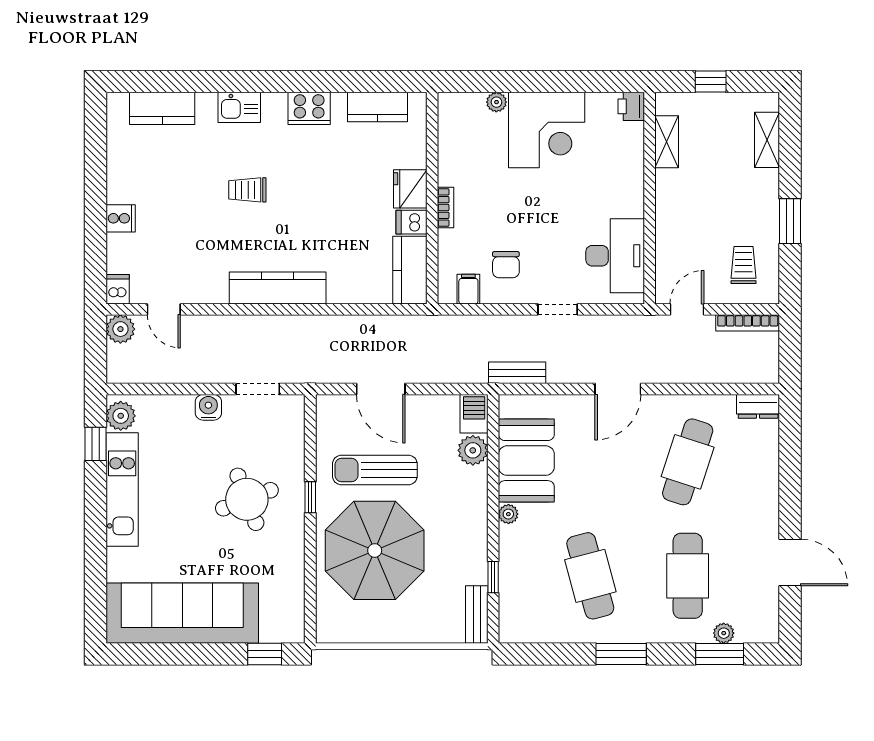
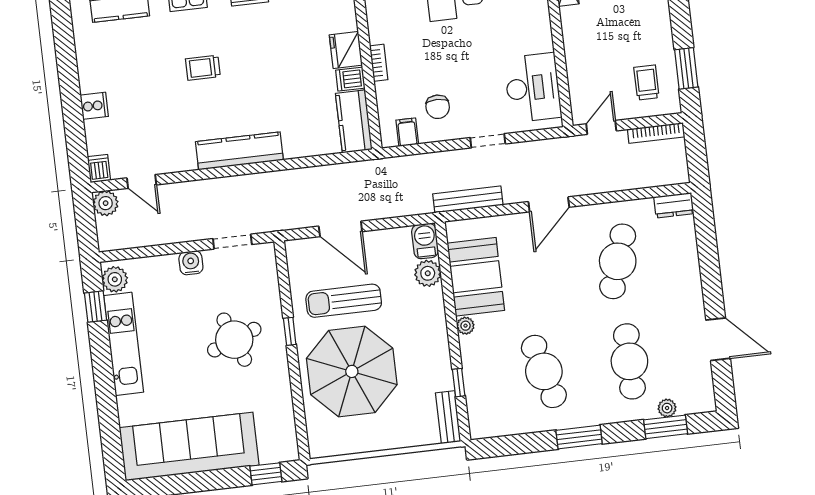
window: (790, 221) -> (686, 68), moved
bench: (517, 373) -> (468, 199), width x1.36

